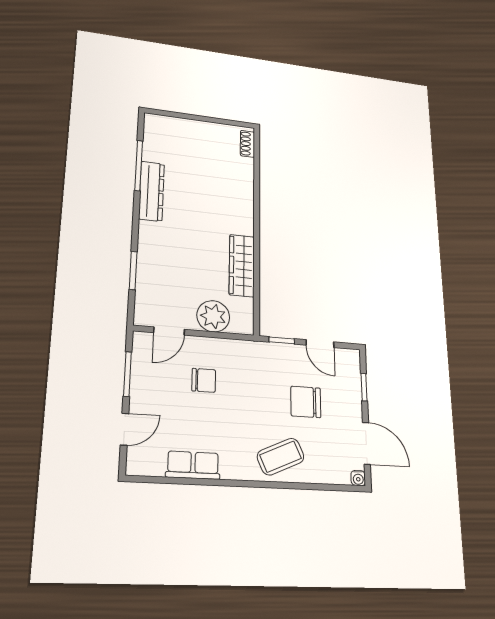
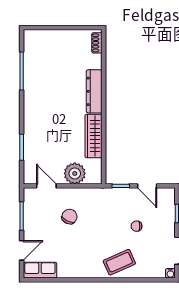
dresser: (152, 191) -> (94, 91), moved, turned 180
door: (169, 331) -> (46, 186), swing flipped
chair: (204, 380) -> (69, 217), turned -65
chair: (306, 402) -> (137, 226), width x0.54, depth x0.54
row of seats: (193, 465) -> (40, 270), moved

